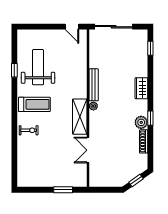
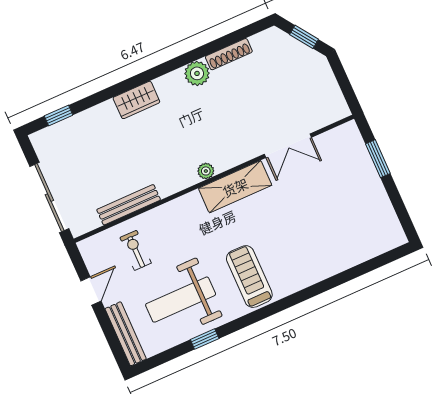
door: (72, 27) -> (91, 291), moved
bench: (33, 34) -> (126, 334), added
bench: (94, 85) -> (129, 205), moved
window: (150, 118) -> (182, 60), removed
exercise bike: (29, 130) -> (136, 250), moved

